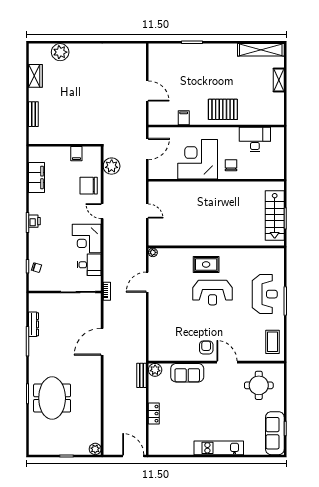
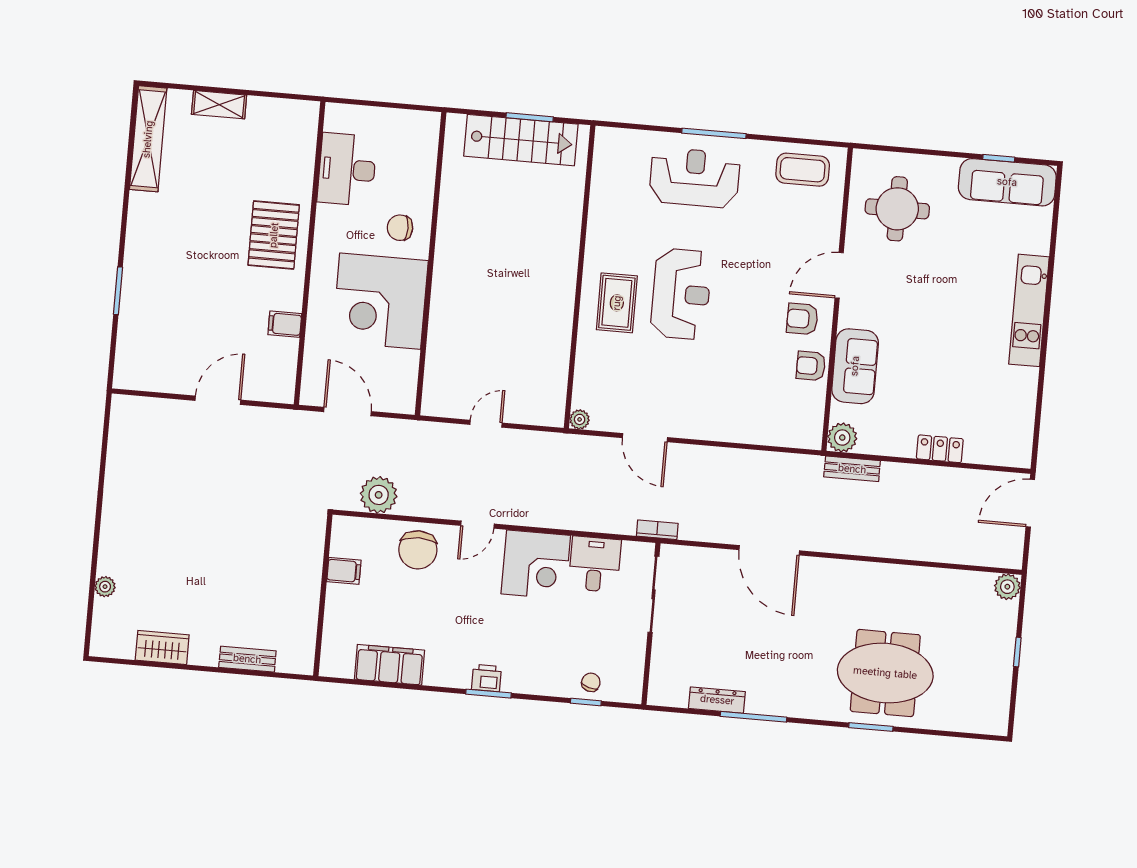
plant: (60, 52) -> (105, 587), width x0.53, depth x0.53
armchair: (186, 353) -> (811, 366), added

